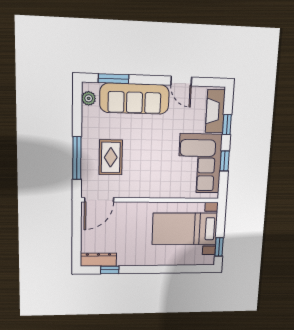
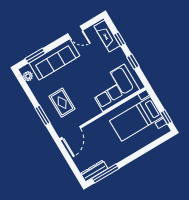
window: (77, 158) -> (42, 115), width x0.69
corner sofa: (200, 163) -> (114, 88), moved, turned 90
window: (110, 270) -> (105, 173), width x2.17

